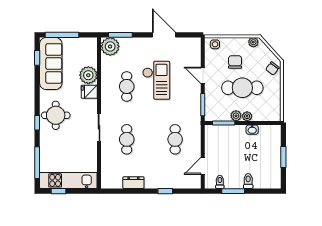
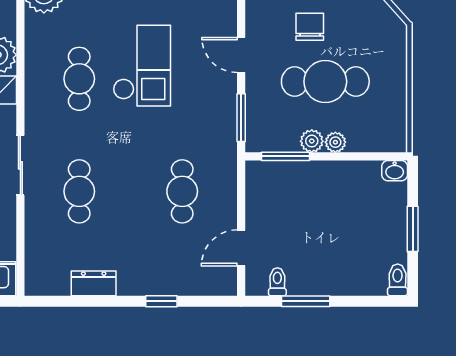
chair: (272, 68) -> (389, 41), removed
washbasin: (252, 130) -> (395, 171), moved
toilet: (248, 181) -> (398, 280), moved

